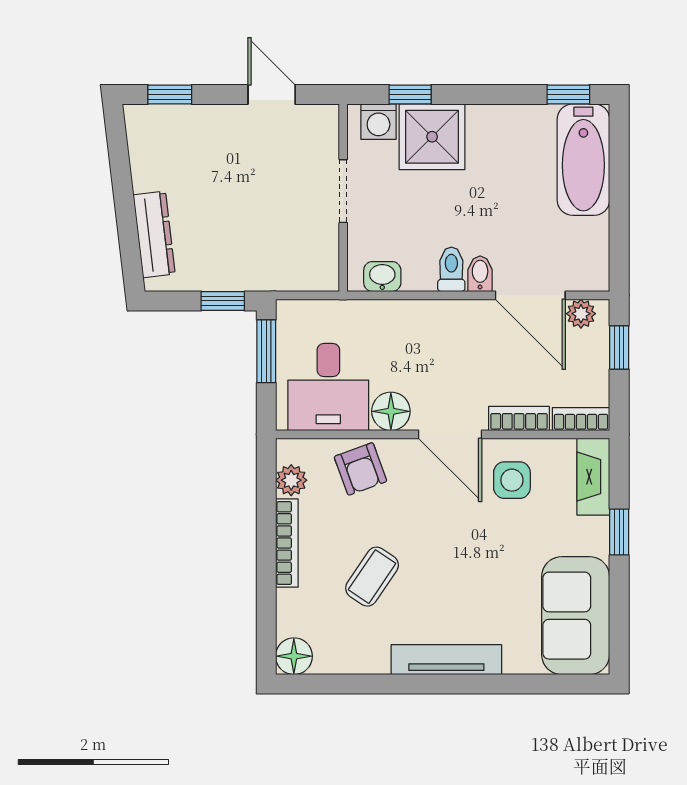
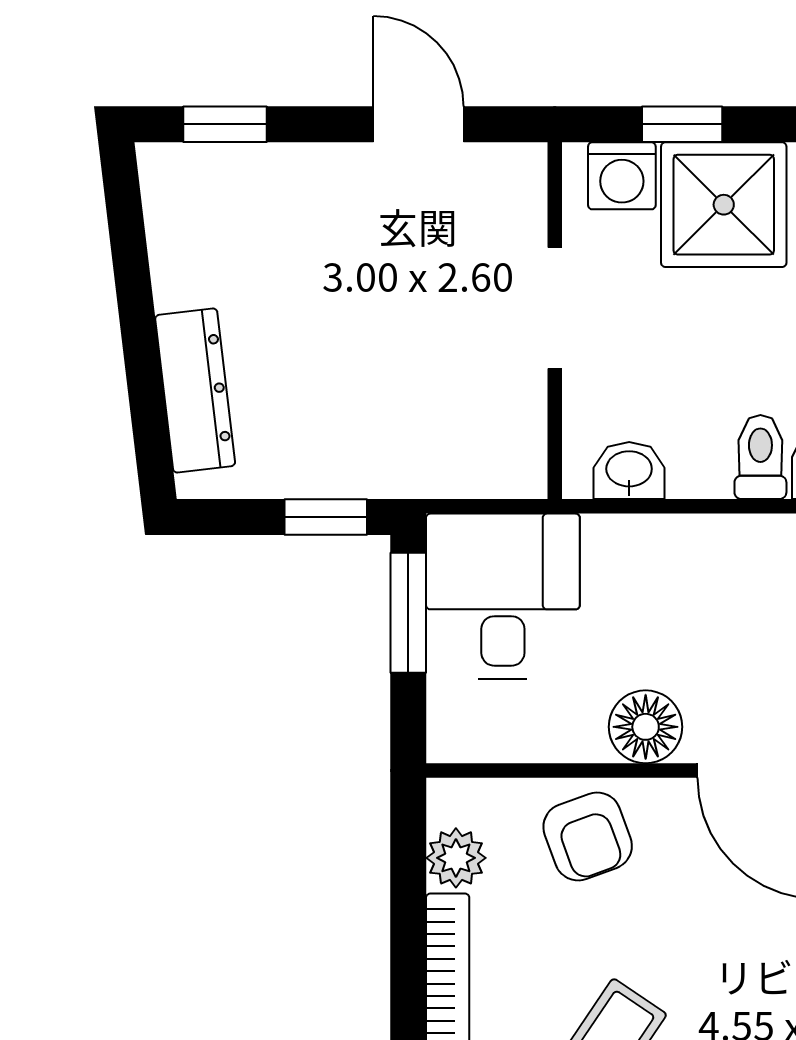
desk: (328, 387) -> (503, 596), moved, turned 180

